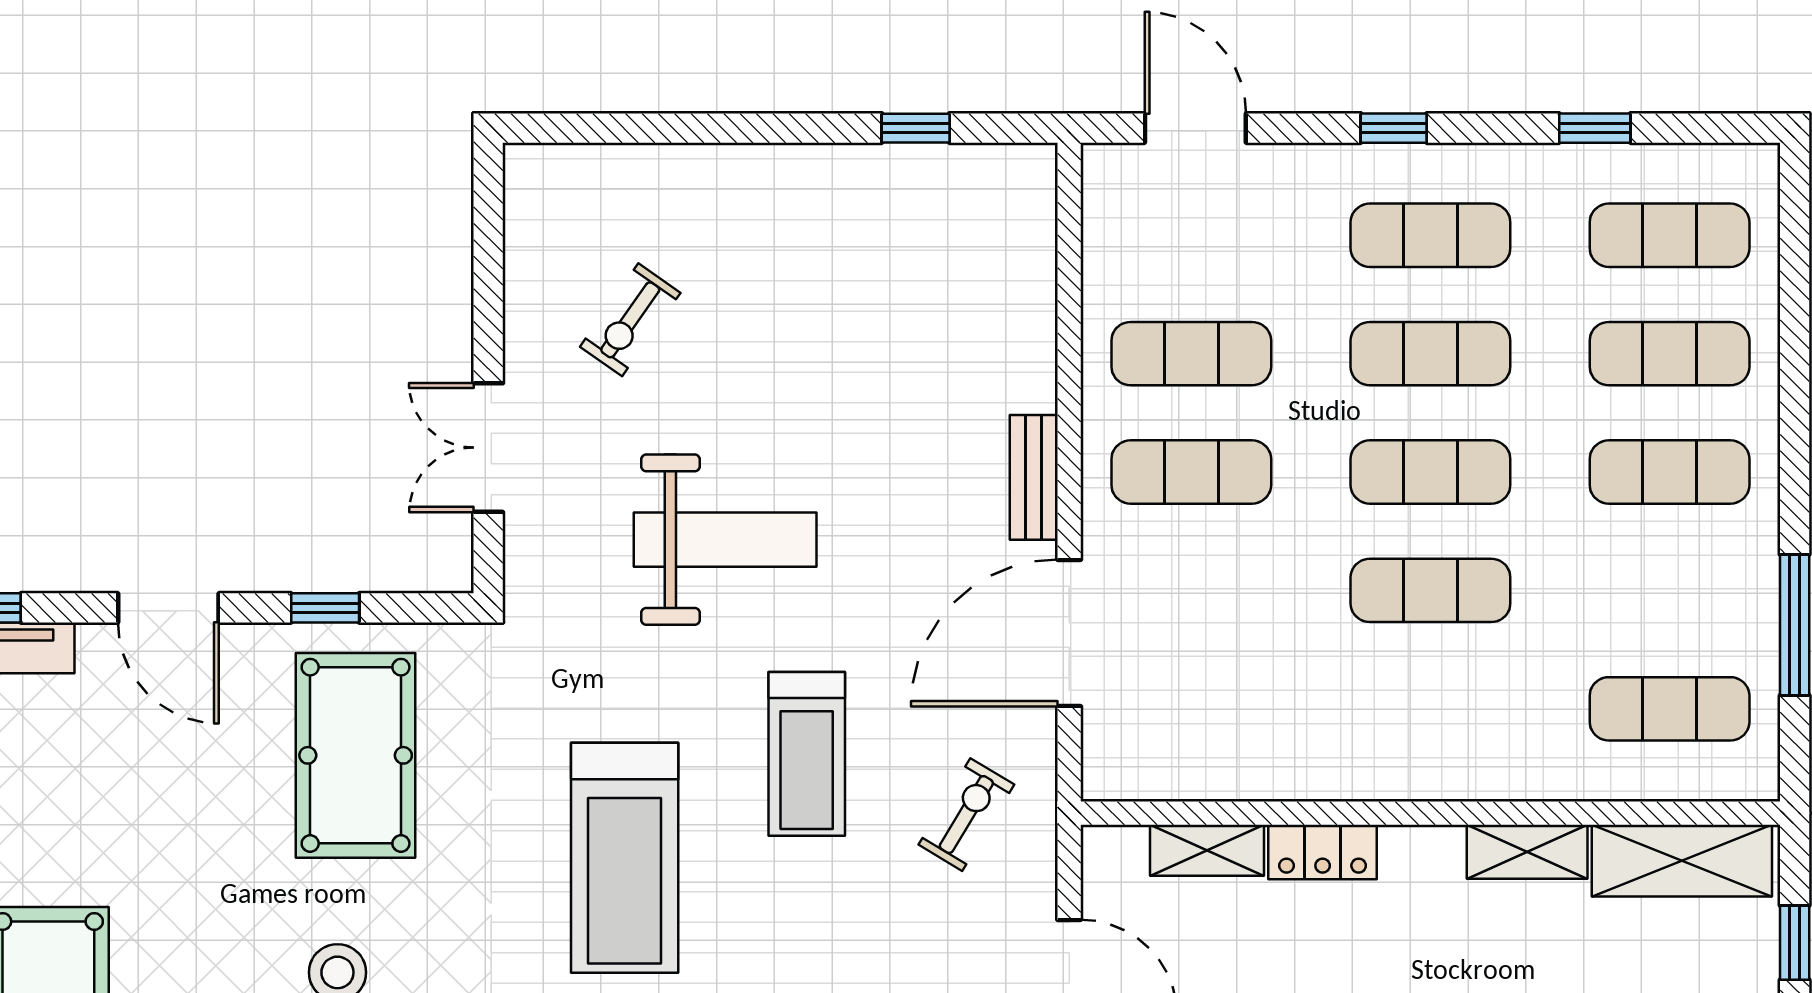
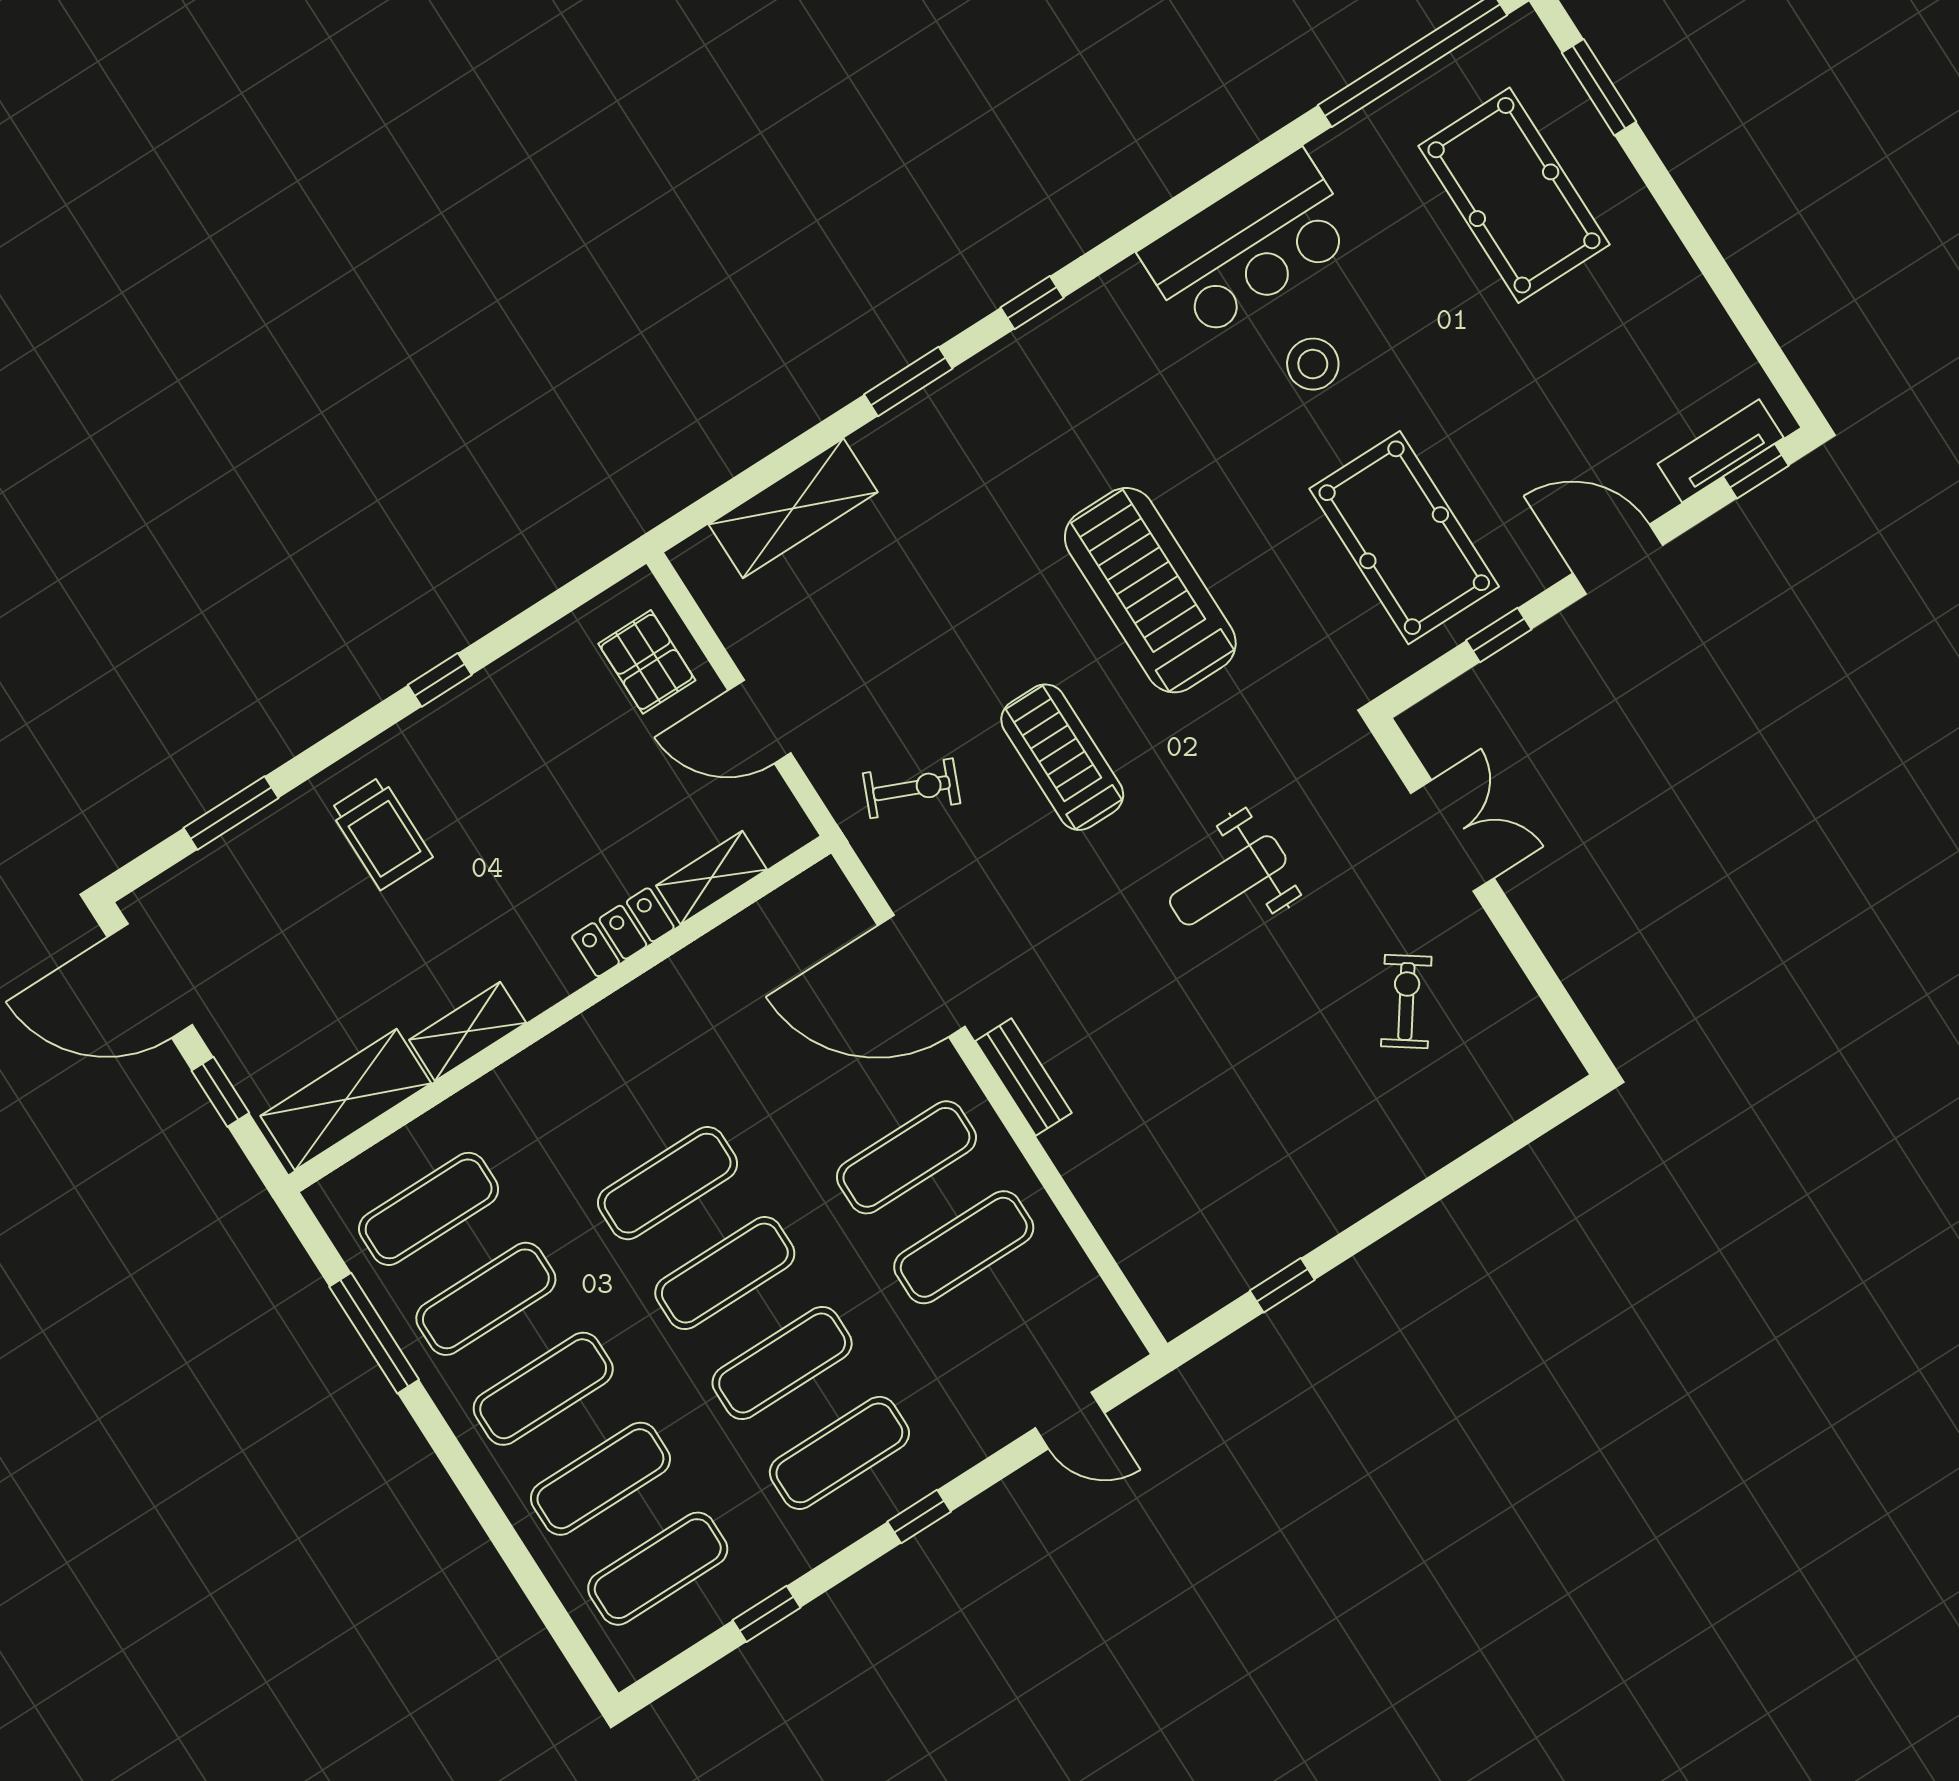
door: (1195, 128) -> (1070, 1421), width x0.73
weight bench: (725, 540) -> (1228, 880), width x0.73, depth x0.75
exercise mat: (1670, 590) -> (486, 1299), added
door: (1069, 633) -> (921, 976), swing flipped
exercise bike: (966, 815) -> (912, 788), turned -98

